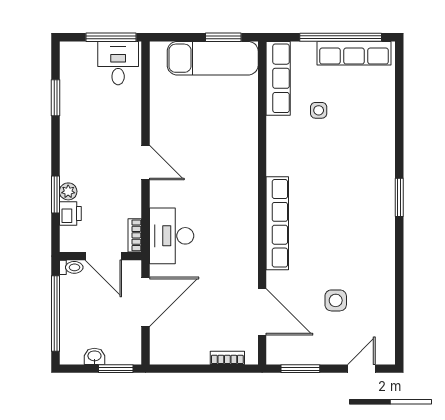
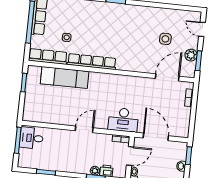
exam couch: (213, 58) -> (65, 78), moved, turned 90
row of seats: (277, 223) -> (92, 62), moved
plant: (310, 353) -> (191, 55), added

